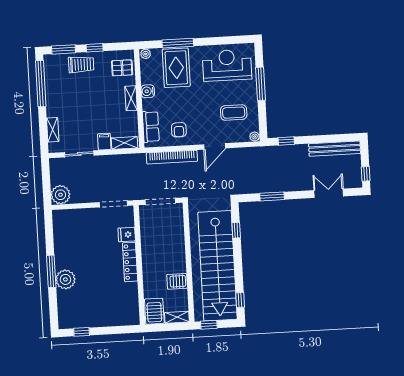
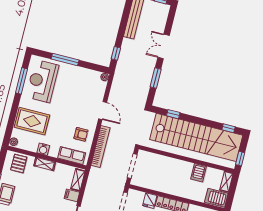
window: (178, 43) -> (22, 81), moved
coffee table: (234, 113) -> (81, 87), removed
double door: (329, 193) -> (164, 46), moved

